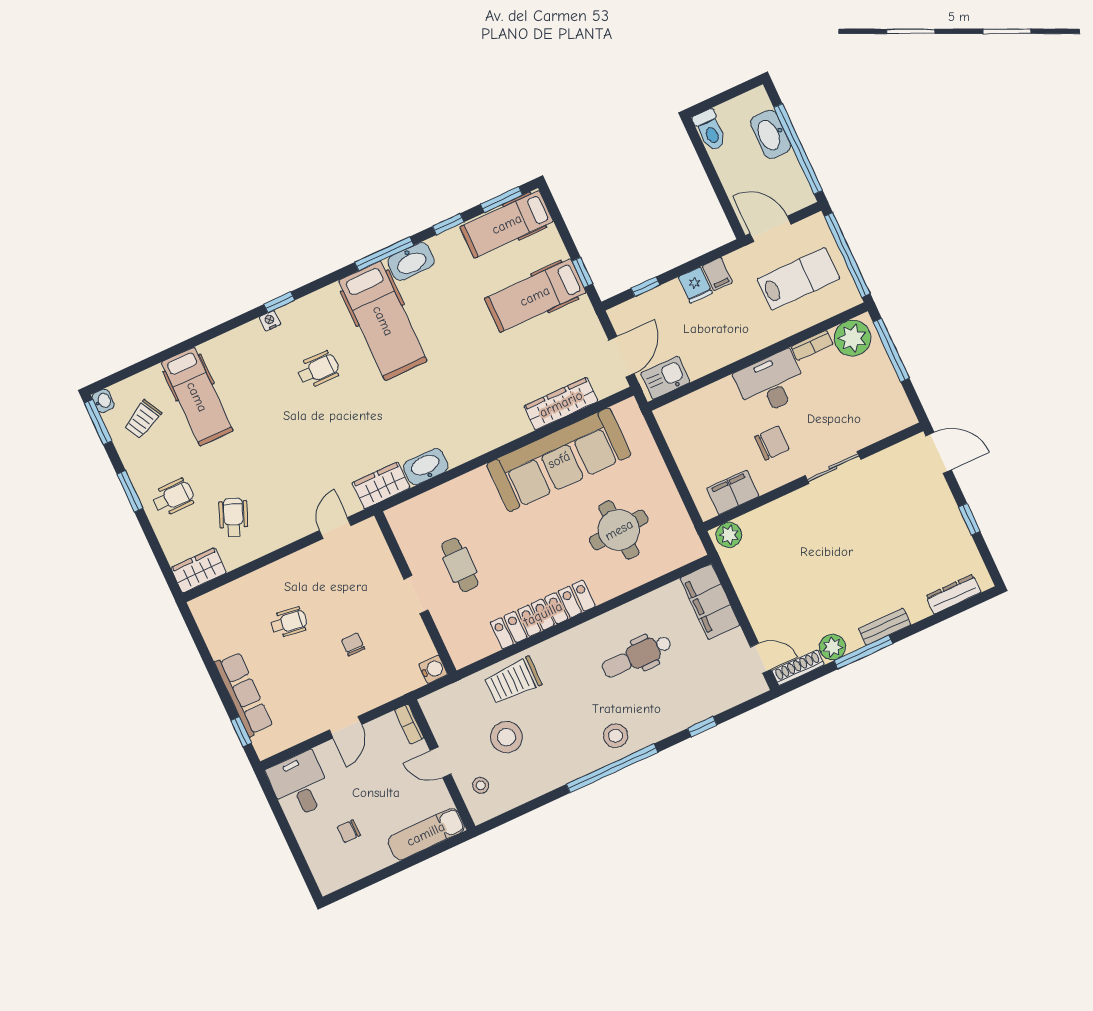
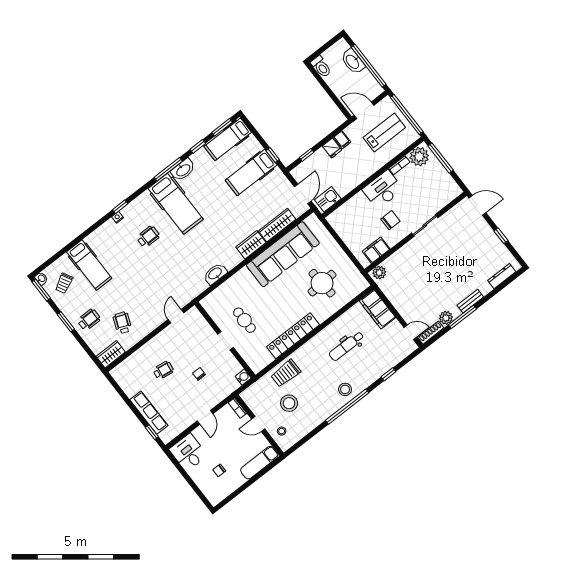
wardrobe: (381, 485) -> (251, 245), moved

